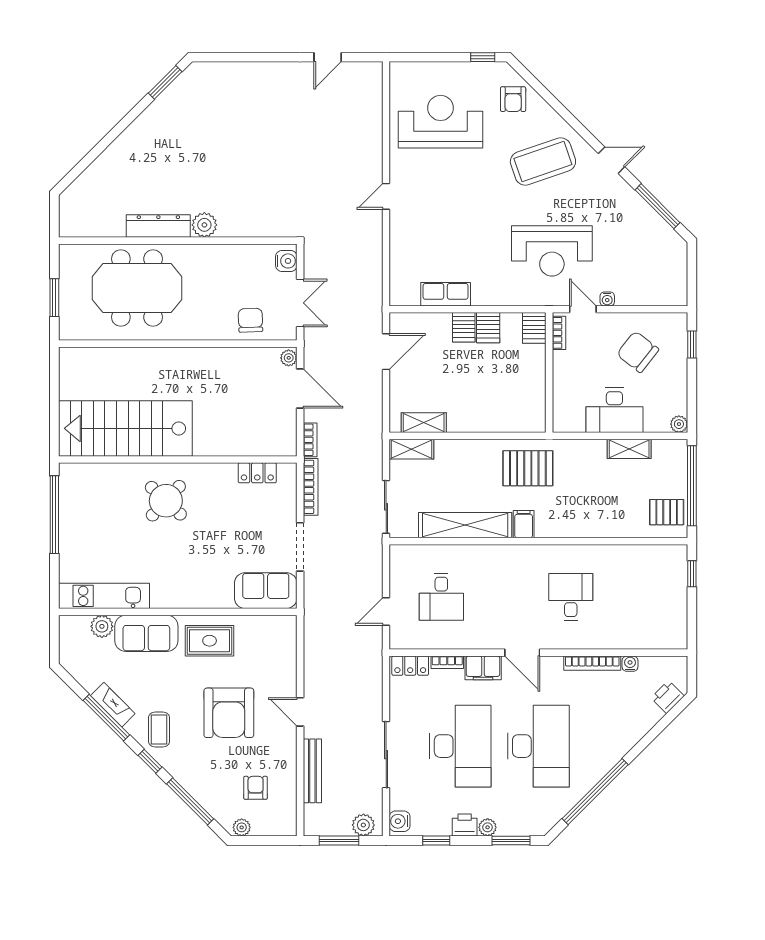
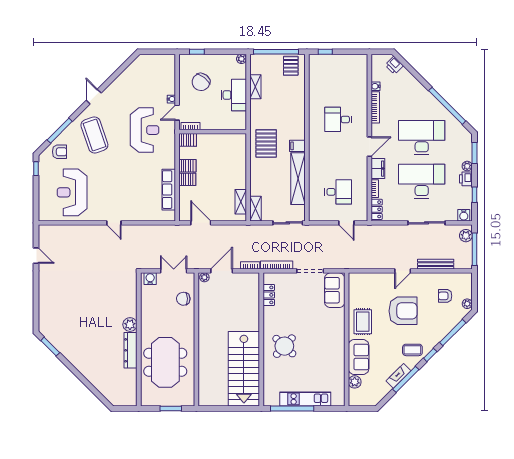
window: (657, 206) -> (60, 131), moved
row of seats: (446, 294) -> (169, 190), width x1.48
kitchen unit: (104, 596) -> (305, 399), moved, turned 90
window: (339, 840) -> (475, 249), width x1.44

